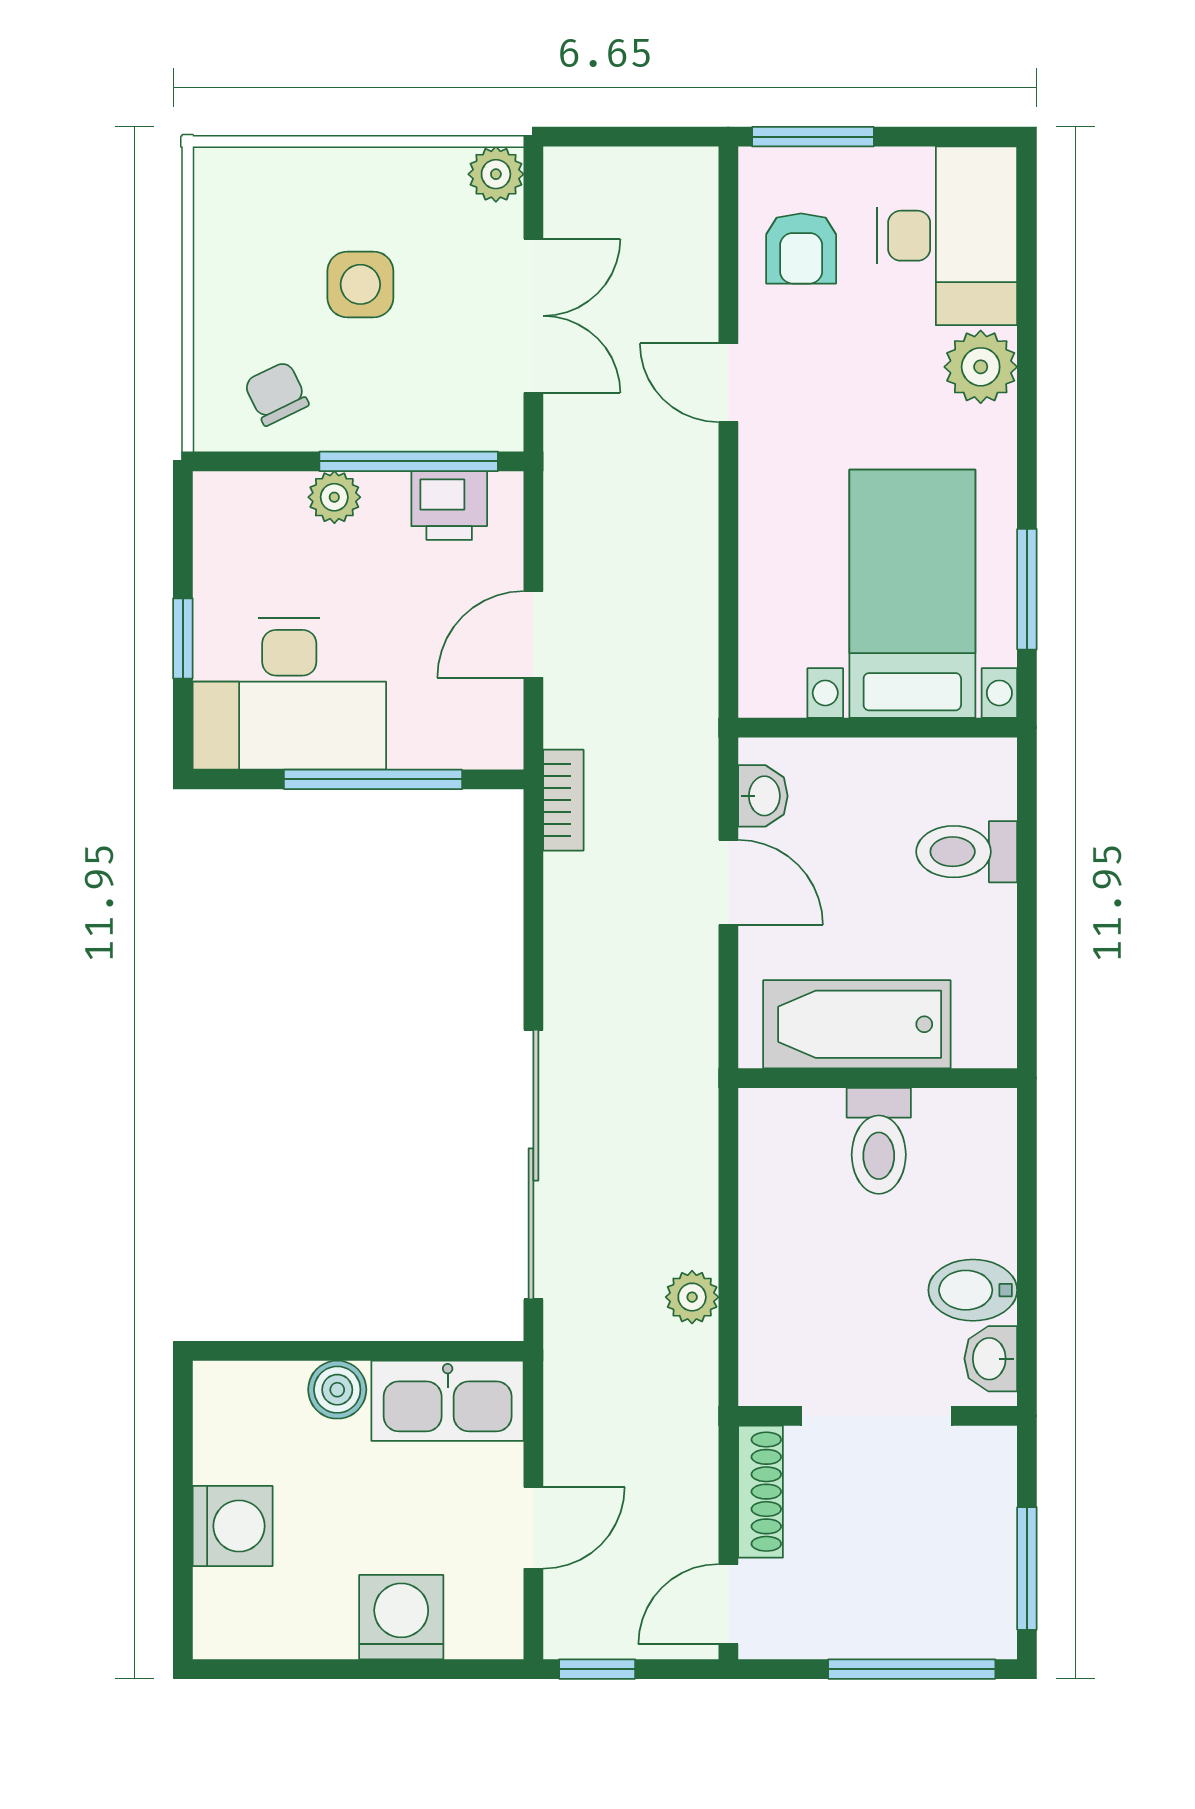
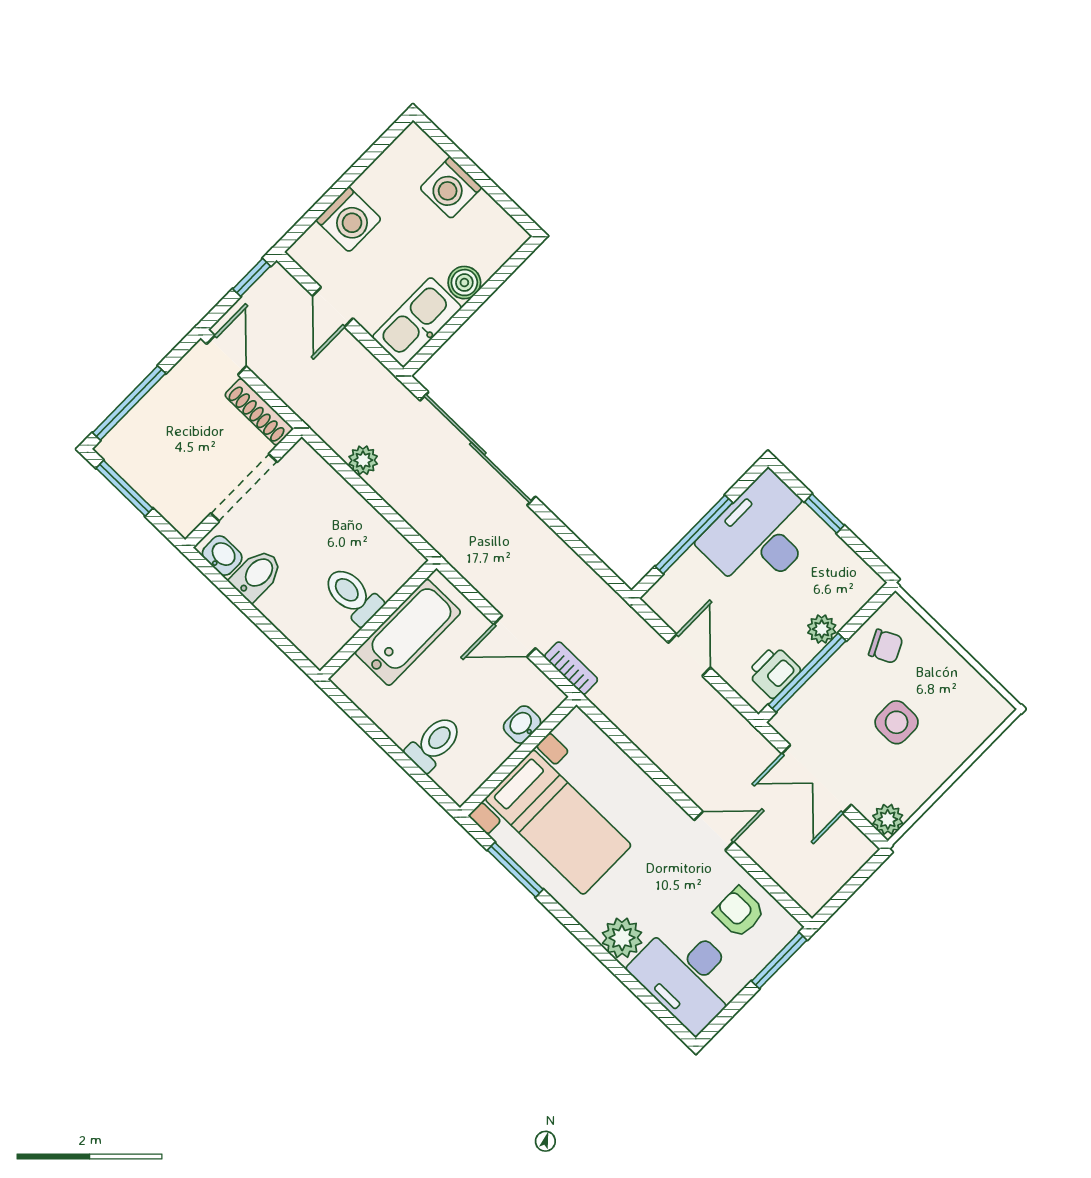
washbasin: (763, 796) -> (522, 725), moved, turned 90
bookcase: (563, 800) -> (571, 668), moved, turned 180

